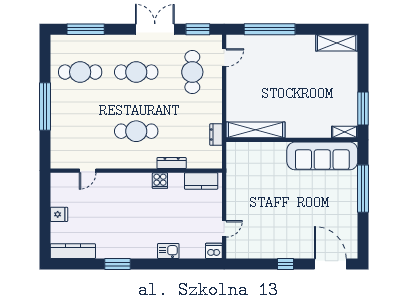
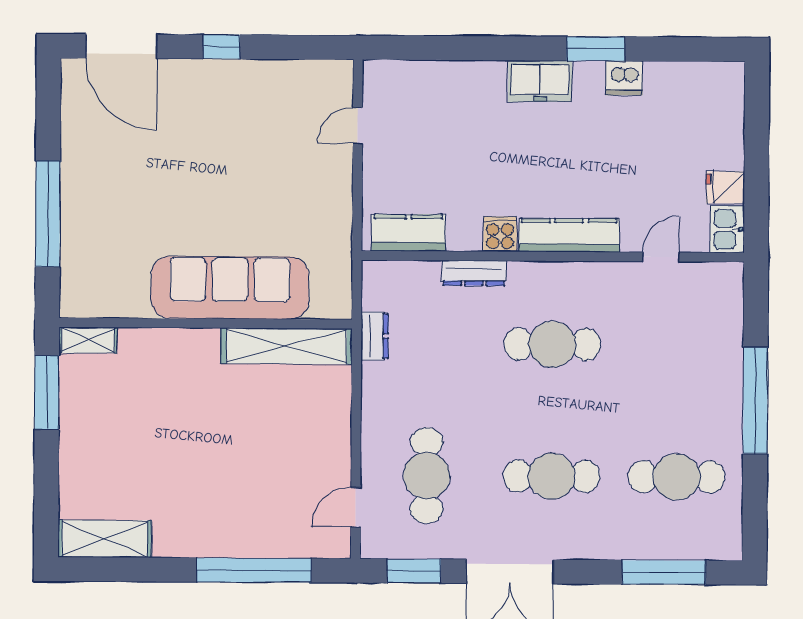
sofa: (322, 156) -> (230, 288), moved
fridge: (59, 214) -> (725, 187), moved
freezer: (142, 249) -> (540, 81), added
kitchen counter: (73, 251) -> (569, 235), moved, turned 180
kitchen sink: (168, 251) -> (727, 229), moved, turned 90
dishwasher: (214, 251) -> (624, 78), moved

